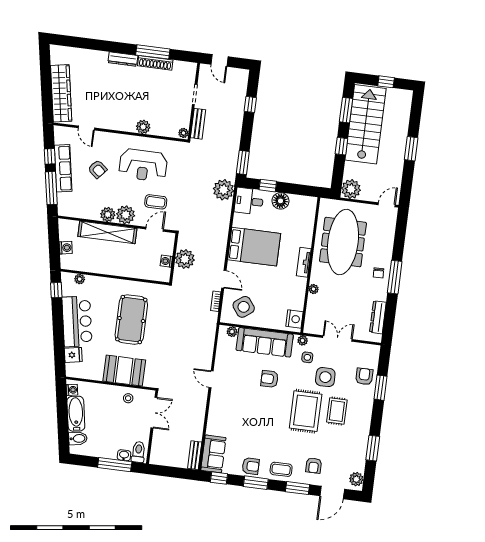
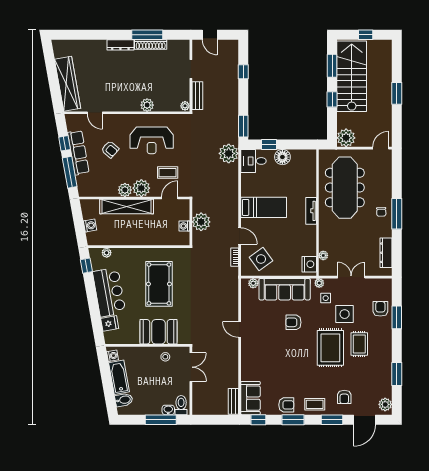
bed: (254, 247) -> (264, 207), width x0.67
plant: (314, 289) -> (323, 255), moved

